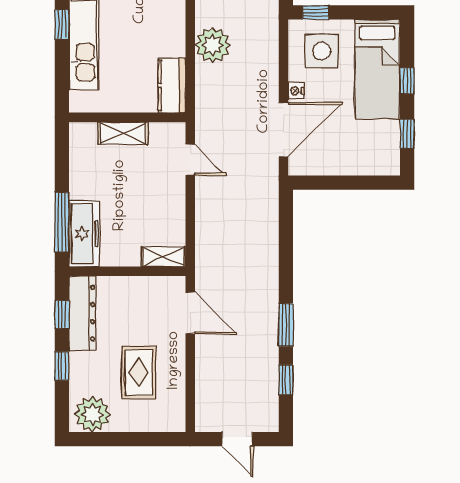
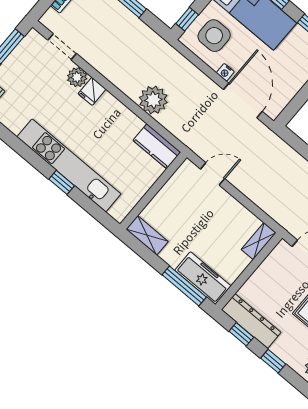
shelving: (123, 133) -> (147, 235), moved, turned 90

